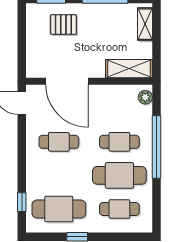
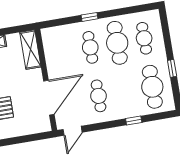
plant: (145, 97) -> (51, 33), removed
window: (156, 147) -> (89, 17), width x0.32
window: (22, 202) -> (134, 120), moved

